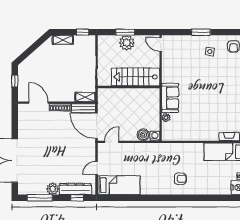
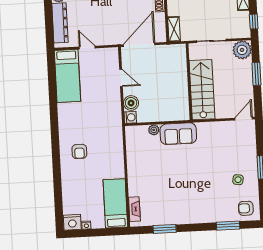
plant: (127, 43) -> (242, 50), moved
bench: (84, 108) -> (160, 28), removed
door: (112, 142) -> (121, 78), moved
window: (77, 198) -> (49, 26), removed

